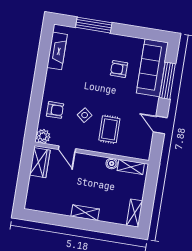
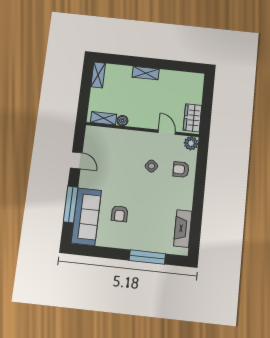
armchair: (119, 69) -> (120, 214), turned 90
rug: (109, 129) -> (126, 153), removed

